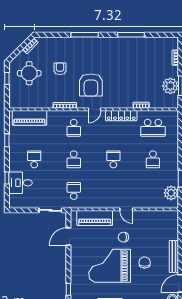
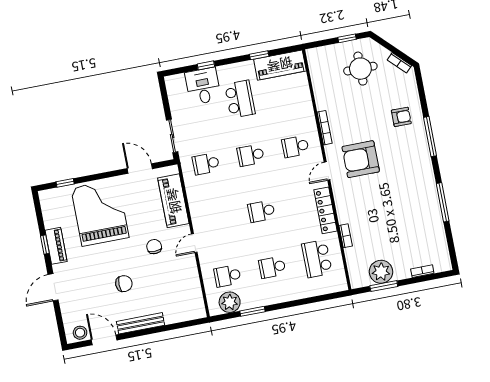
armchair: (60, 69) -> (401, 117), moved
door: (95, 109) -> (327, 171), hinge flipped
piano: (29, 118) -> (280, 65), moved, turned -90
school desk: (34, 159) -> (240, 99), width x1.85
school desk: (113, 159) -> (261, 211), turned 180
school desk: (74, 191) -> (206, 164), turned 180
school desk: (153, 191) -> (228, 276), added
grand piano: (110, 266) -> (100, 213), moved

